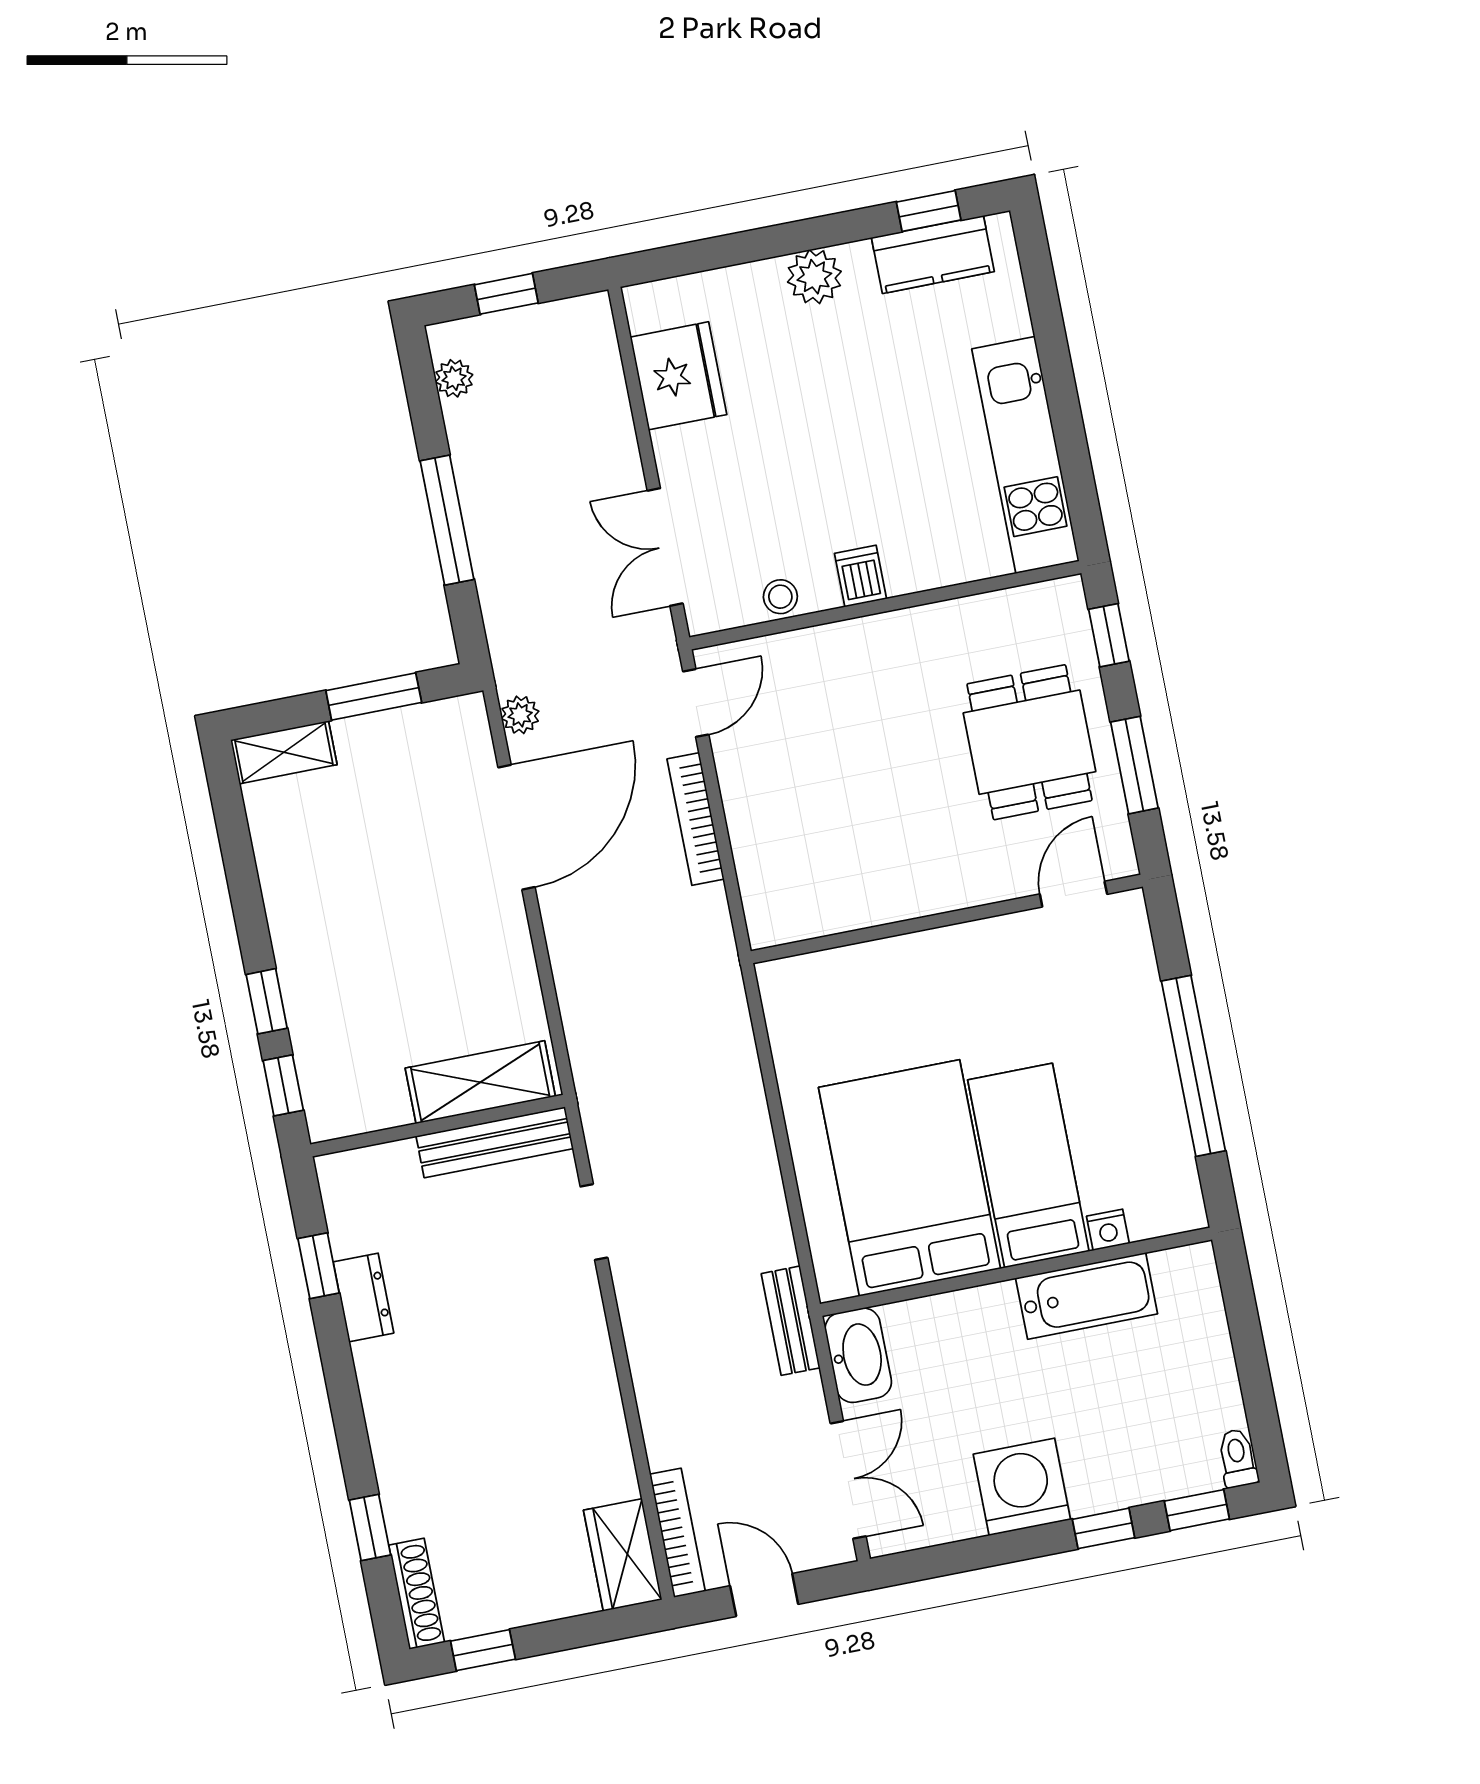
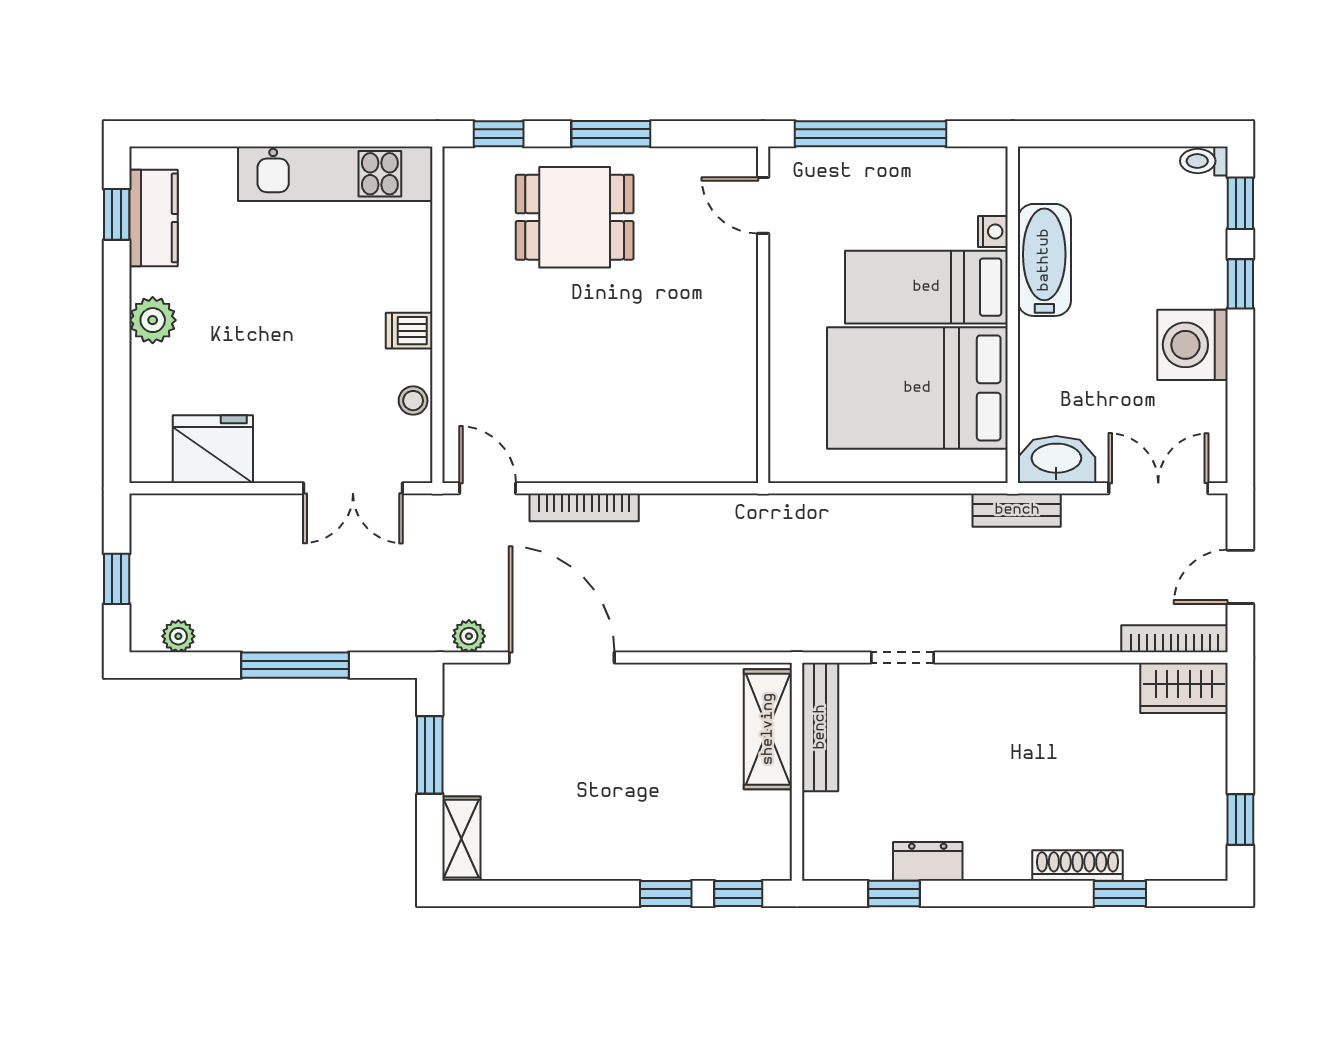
door: (1073, 894) -> (763, 205), moved
wall: (947, 919) -> (763, 315), moved
shoe rack: (417, 1594) -> (1077, 866), moved

